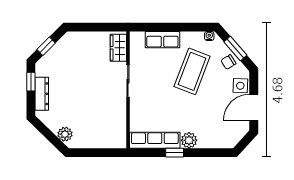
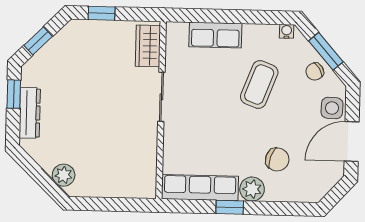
window: (87, 27) -> (102, 13), added
coffee table: (192, 71) -> (259, 84), width x0.73, depth x0.76
chair: (205, 120) -> (277, 159), added

